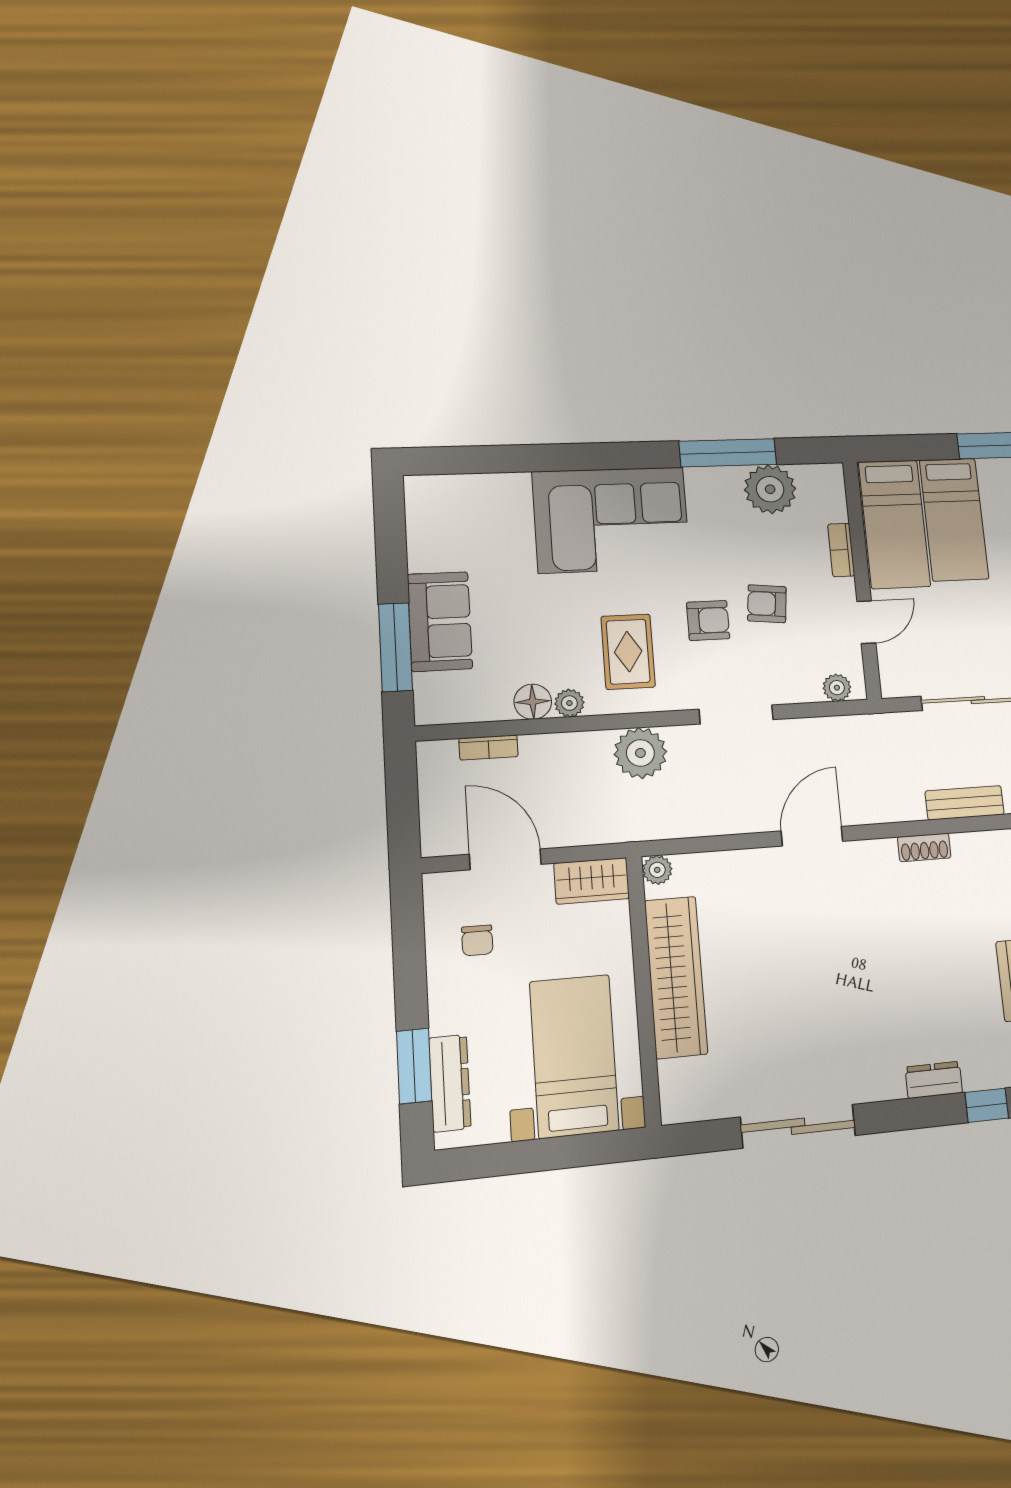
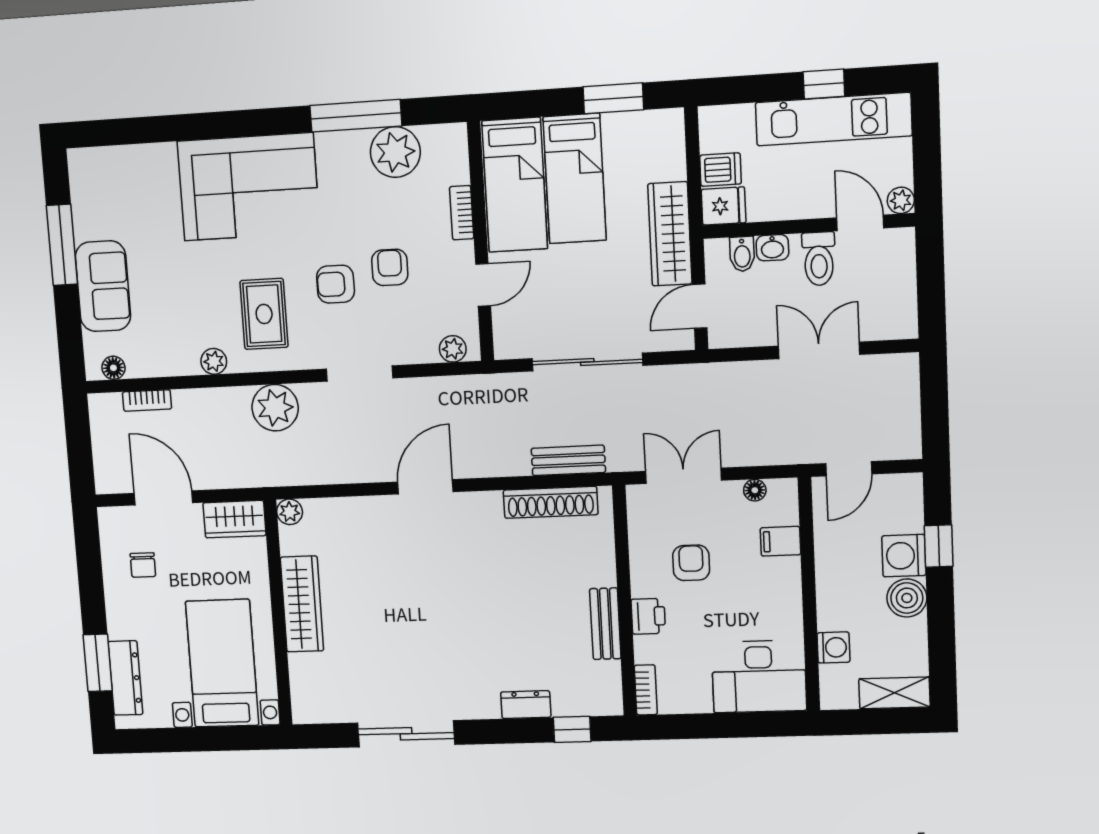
armchair: (767, 604) -> (390, 267), turned 84
armchair: (708, 620) -> (336, 284), turned 180
window: (395, 647) -> (62, 245), moved
floor lamp: (533, 702) -> (113, 368), moved, width x0.73, depth x0.73
shoe rack: (924, 847) -> (551, 502), width x1.94, depth x1.24
wardrobe: (676, 977) -> (302, 604), width x0.71, depth x0.85

